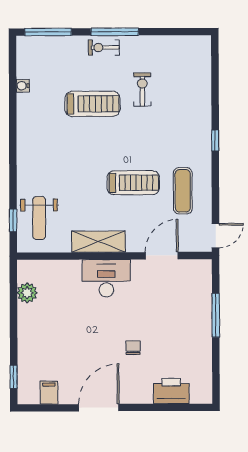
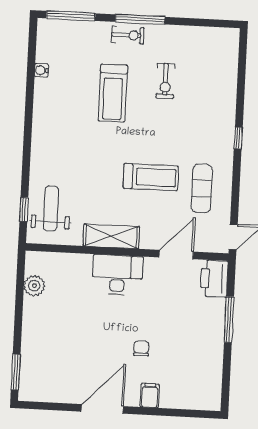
exercise bike: (104, 48) -> (128, 35), turned 180
exercise bike: (142, 90) -> (165, 81), turned 180
treadmill: (92, 104) -> (113, 93), turned 90
weight bench: (39, 218) -> (51, 209), turned 180
window: (14, 377) -> (16, 372), width x1.50
printer: (171, 391) -> (214, 279), moved, turned -90
filing cabinet: (49, 393) -> (150, 396), moved

